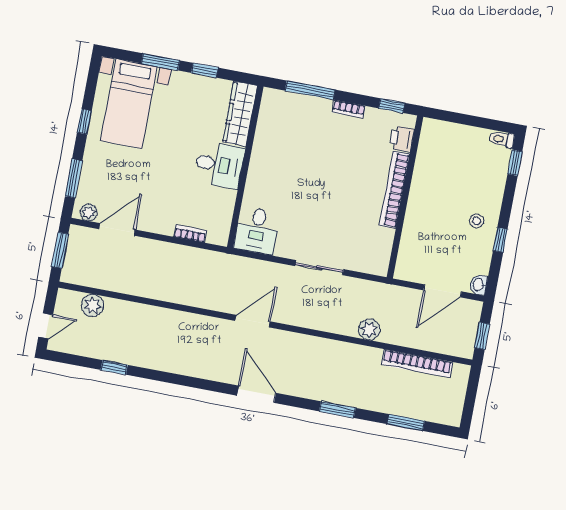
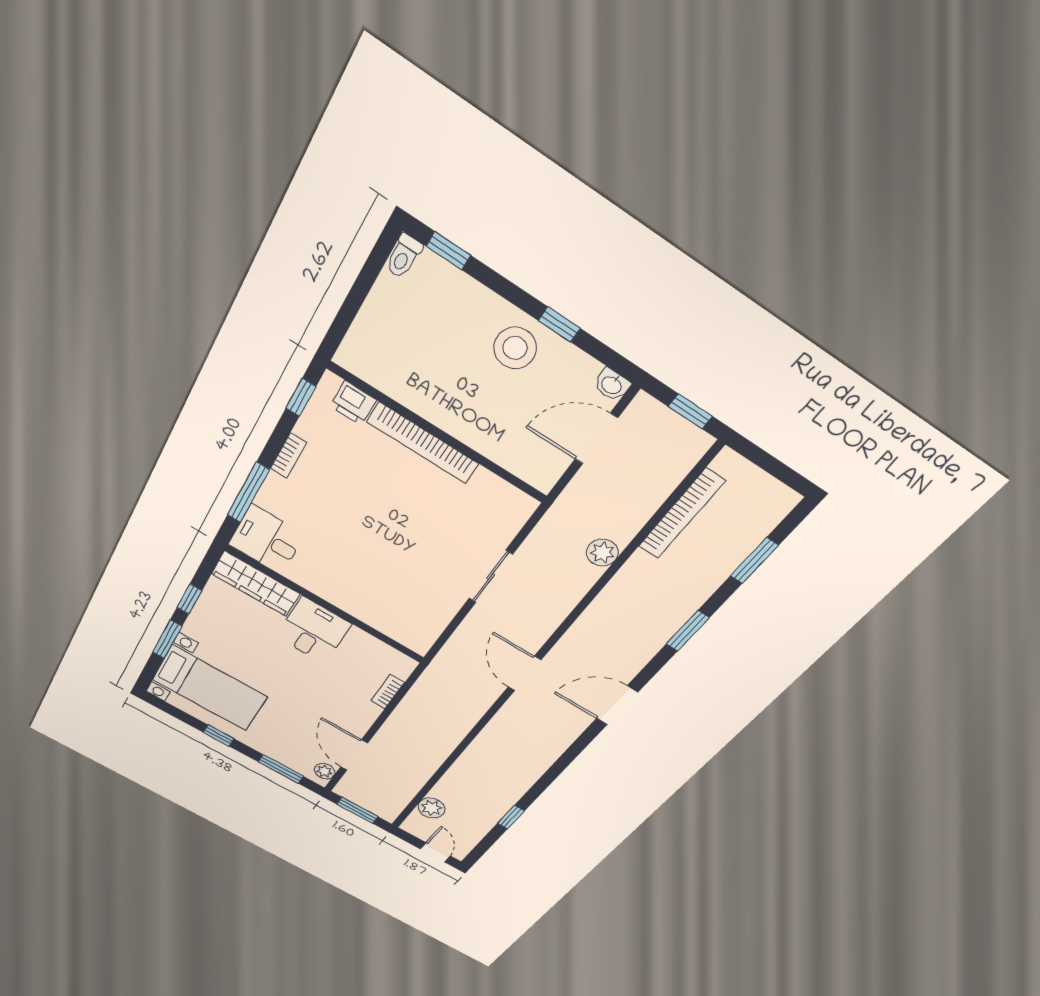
stool: (477, 221) -> (515, 348), width x1.89, depth x1.89
desk: (257, 231) -> (267, 540), moved, turned 180
door: (443, 291) -> (596, 439), swing flipped

